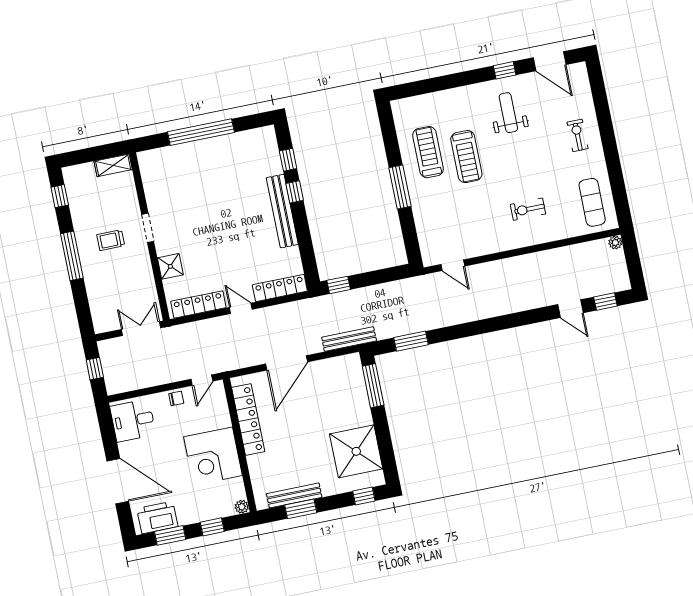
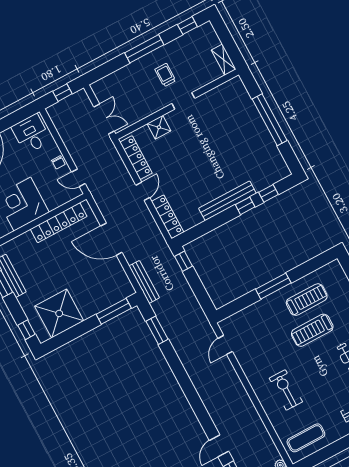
exercise bike: (528, 209) -> (286, 390), width x1.38, depth x1.39

